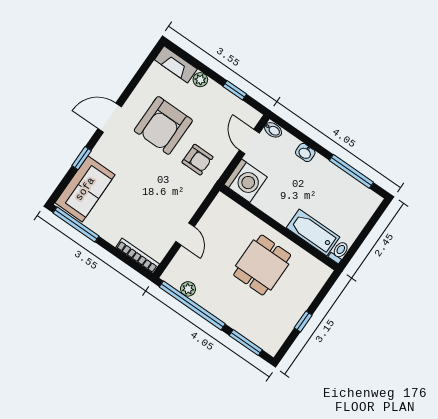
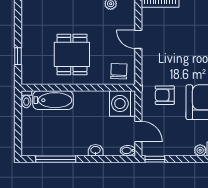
window: (235, 90) -> (155, 159), moved
chair: (227, 216) -> (119, 71), added
window: (303, 321) -> (18, 56), moved

